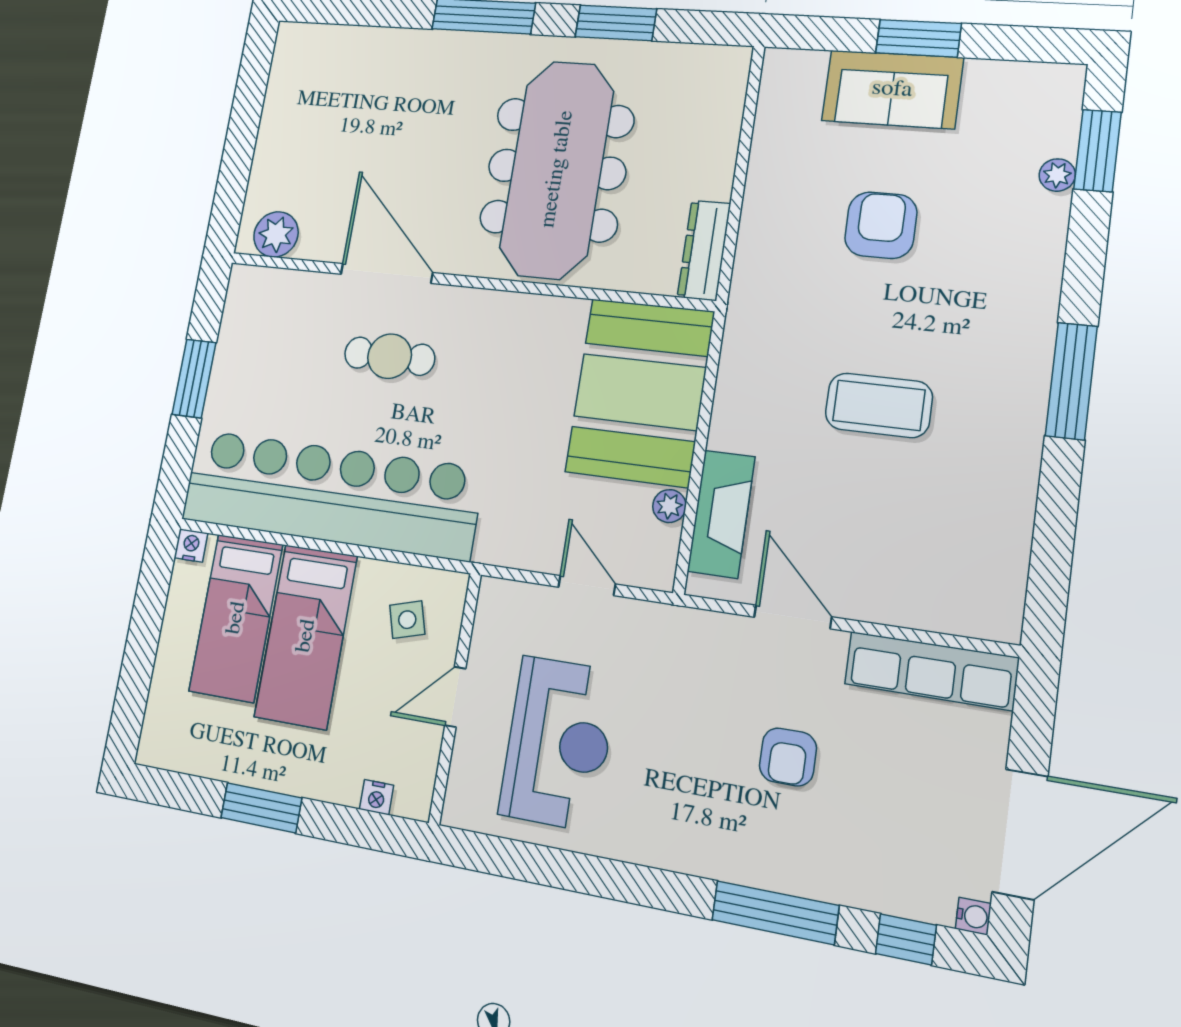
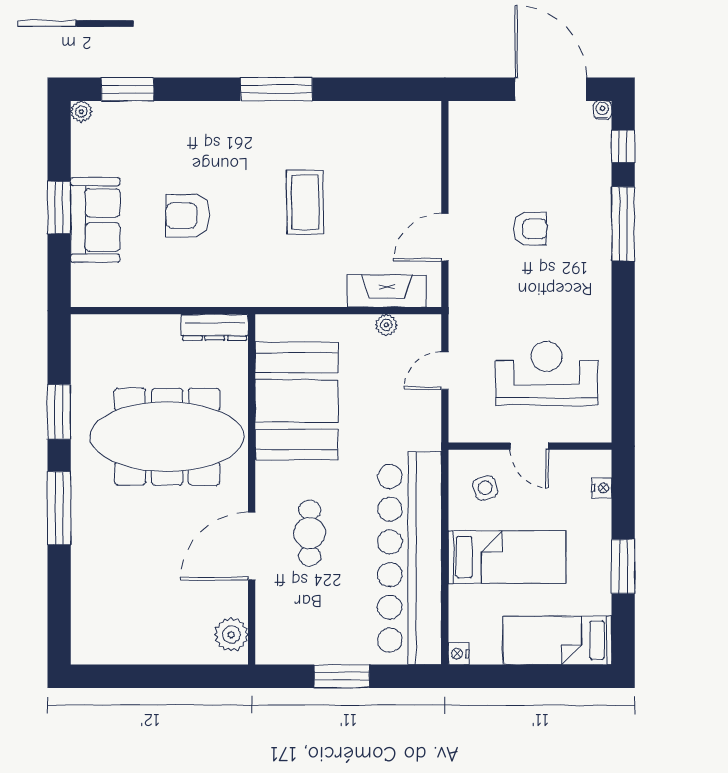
plant: (1057, 175) -> (81, 111), moved
booth: (640, 392) -> (297, 401), moved, turned 90
bed: (236, 618) -> (557, 640), moved, turned 180
row of seats: (931, 671) -> (464, 151), removed

